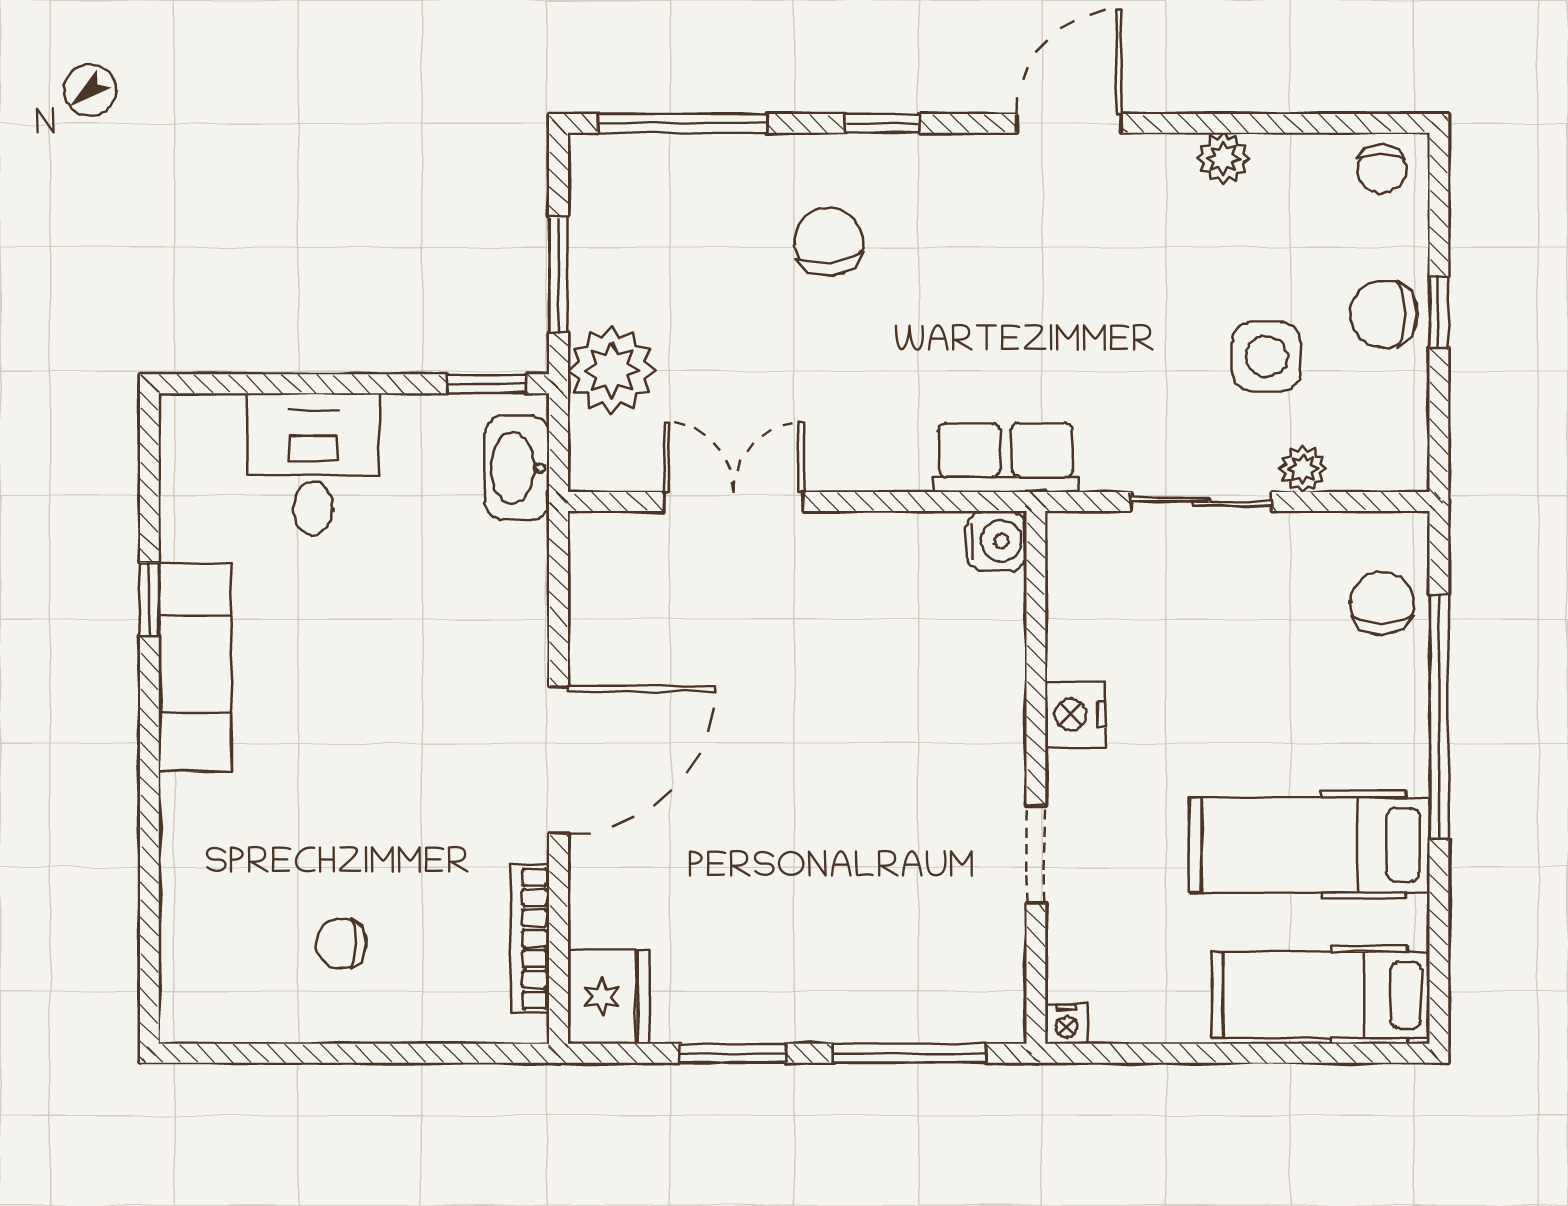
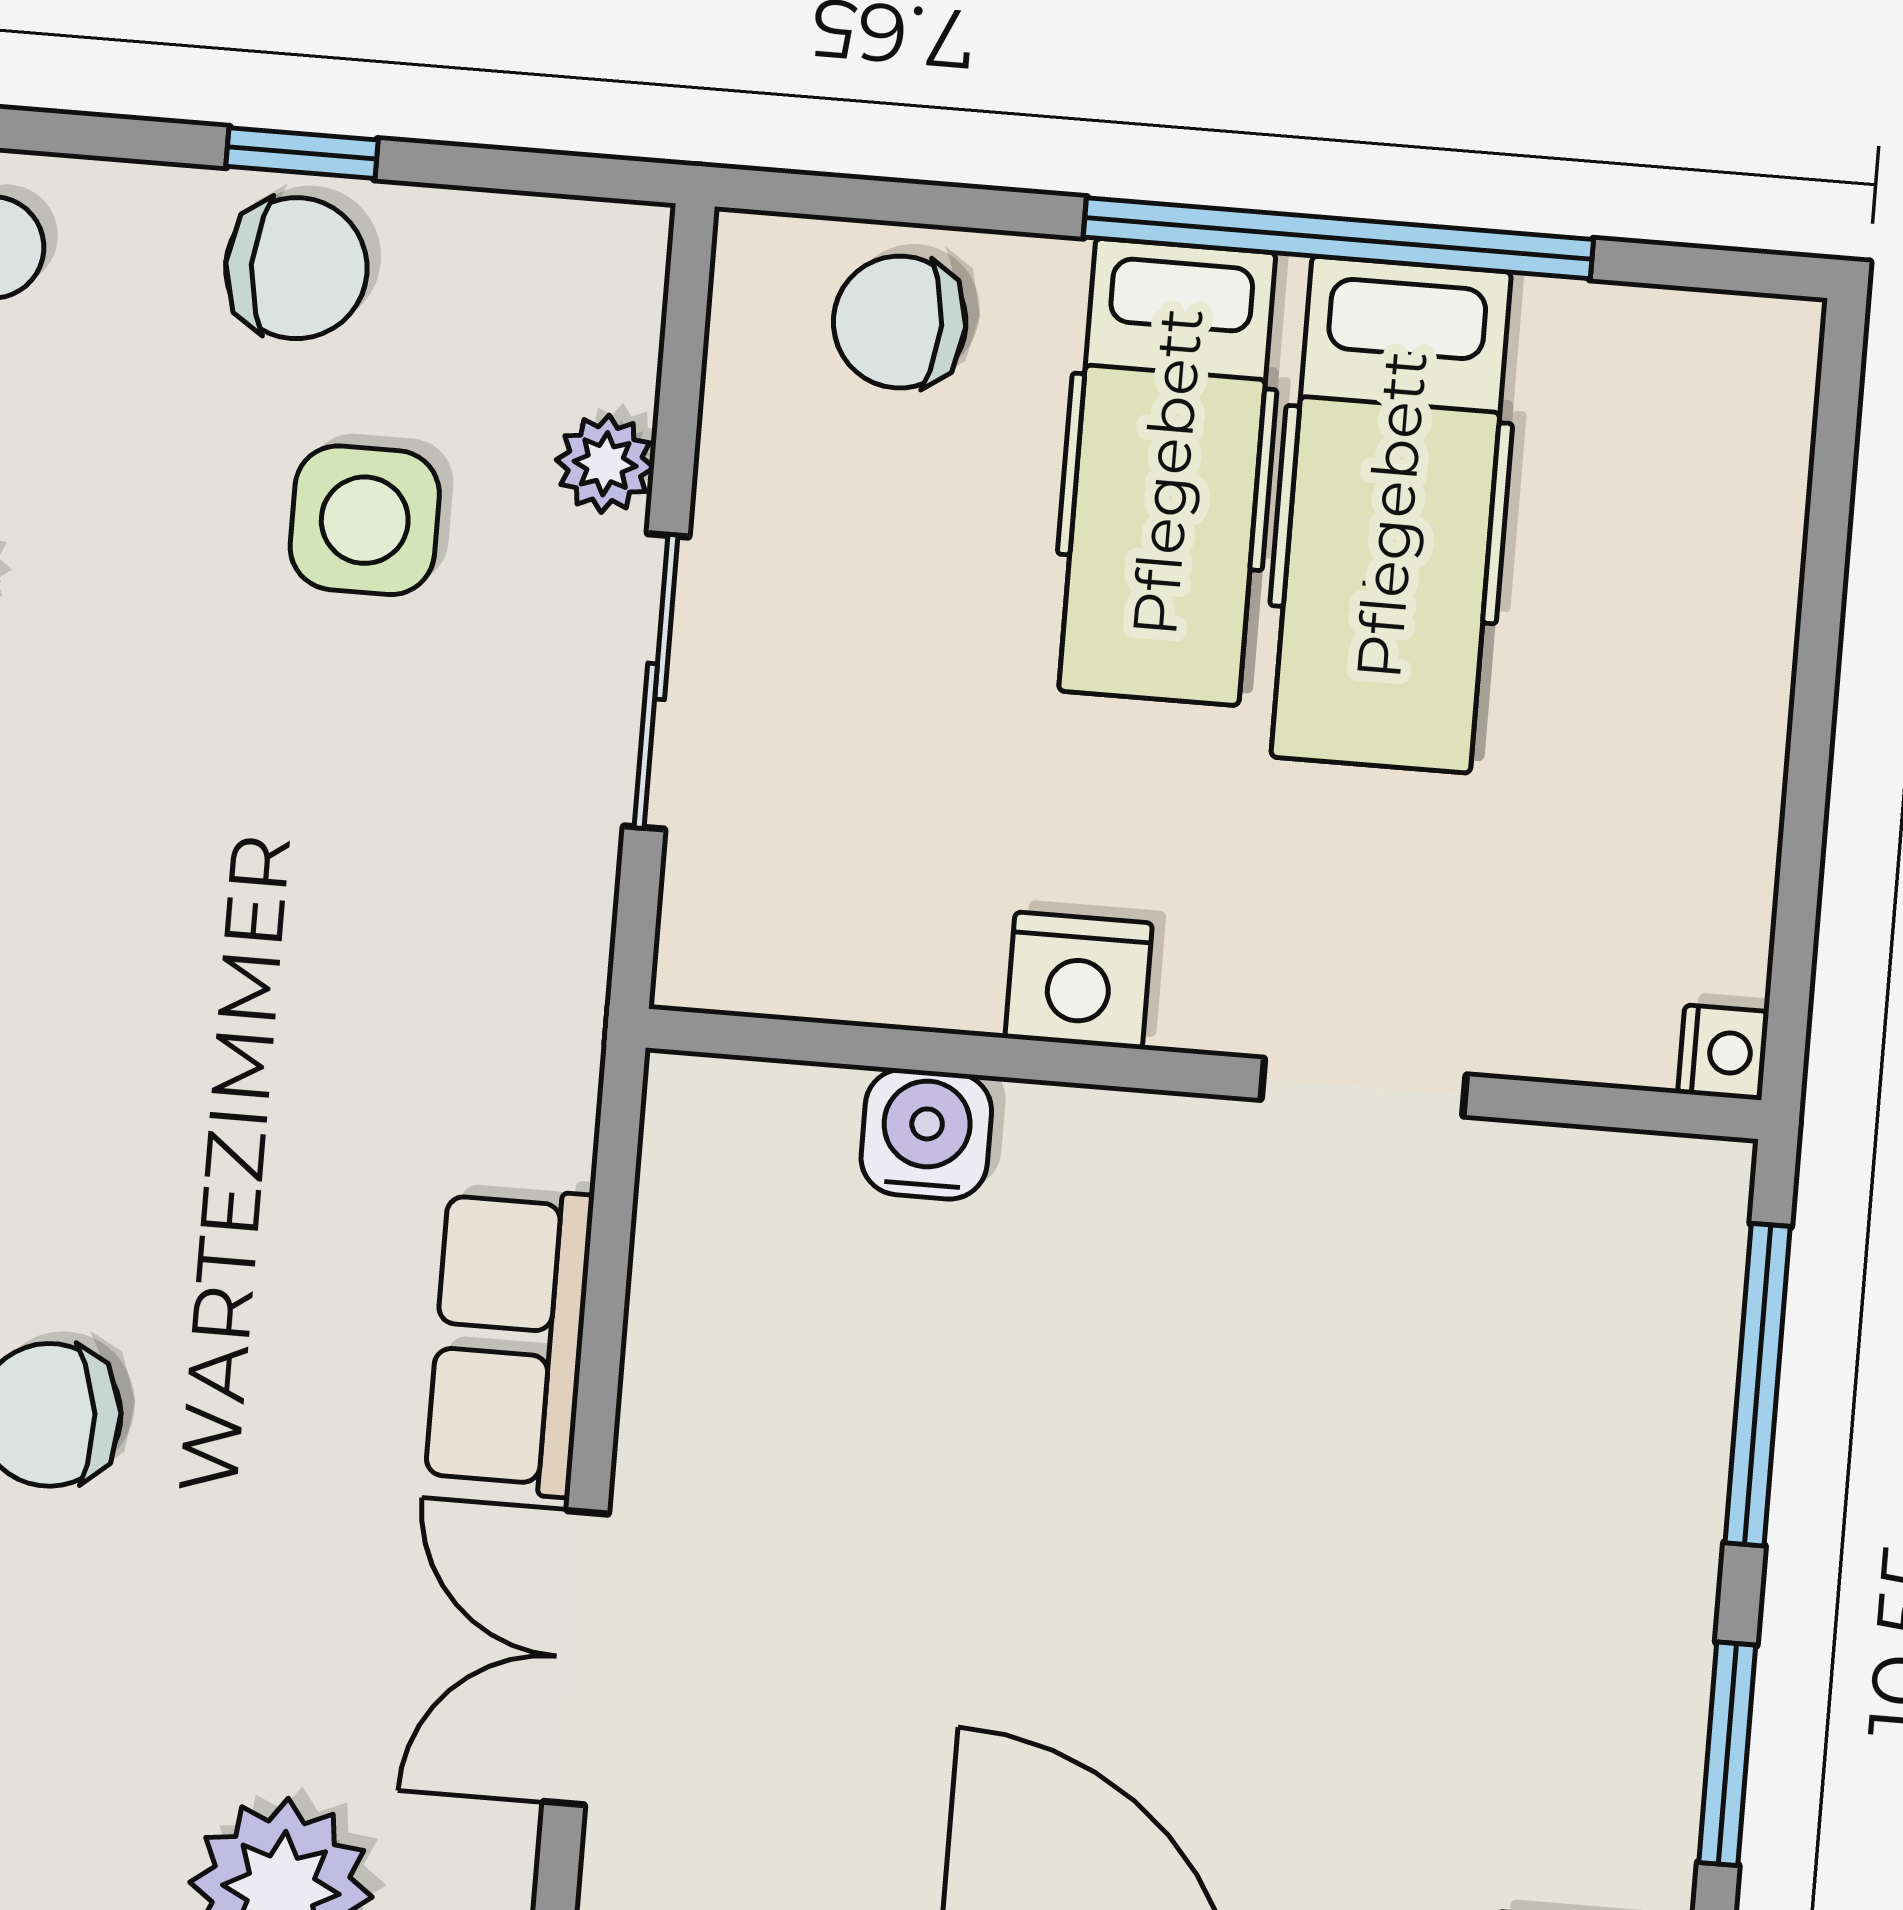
chair: (1384, 314) -> (296, 268), turned -90
row of seats: (1006, 457) -> (509, 1341), moved
water cooler: (996, 541) -> (926, 1134), moved
window: (1439, 717) -> (1338, 238), moved
hospital bed: (1321, 995) -> (1167, 472), moved

